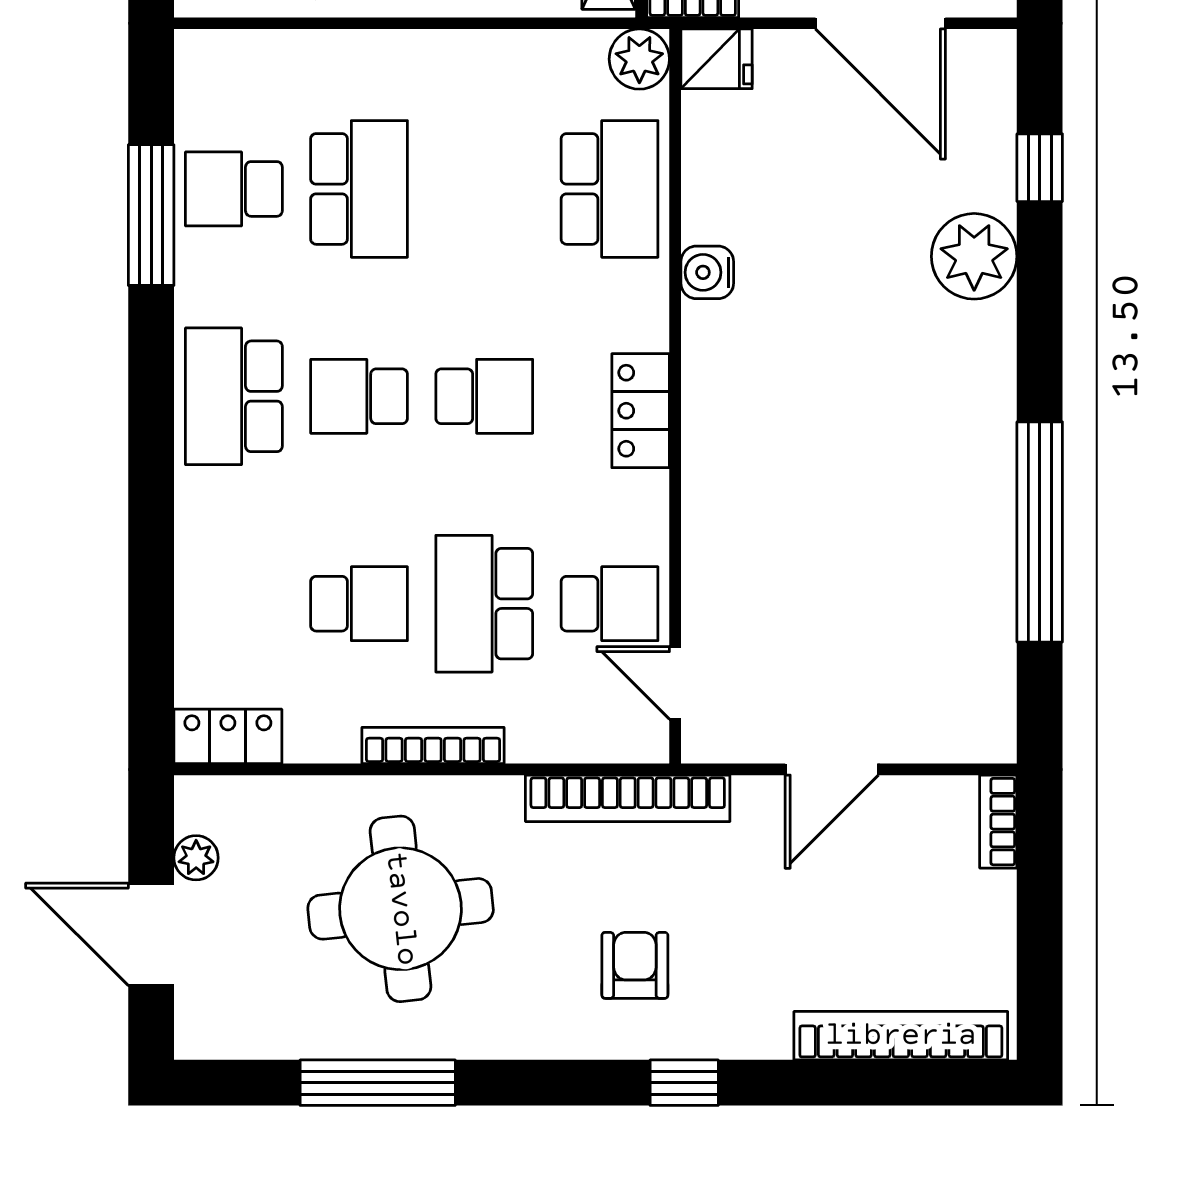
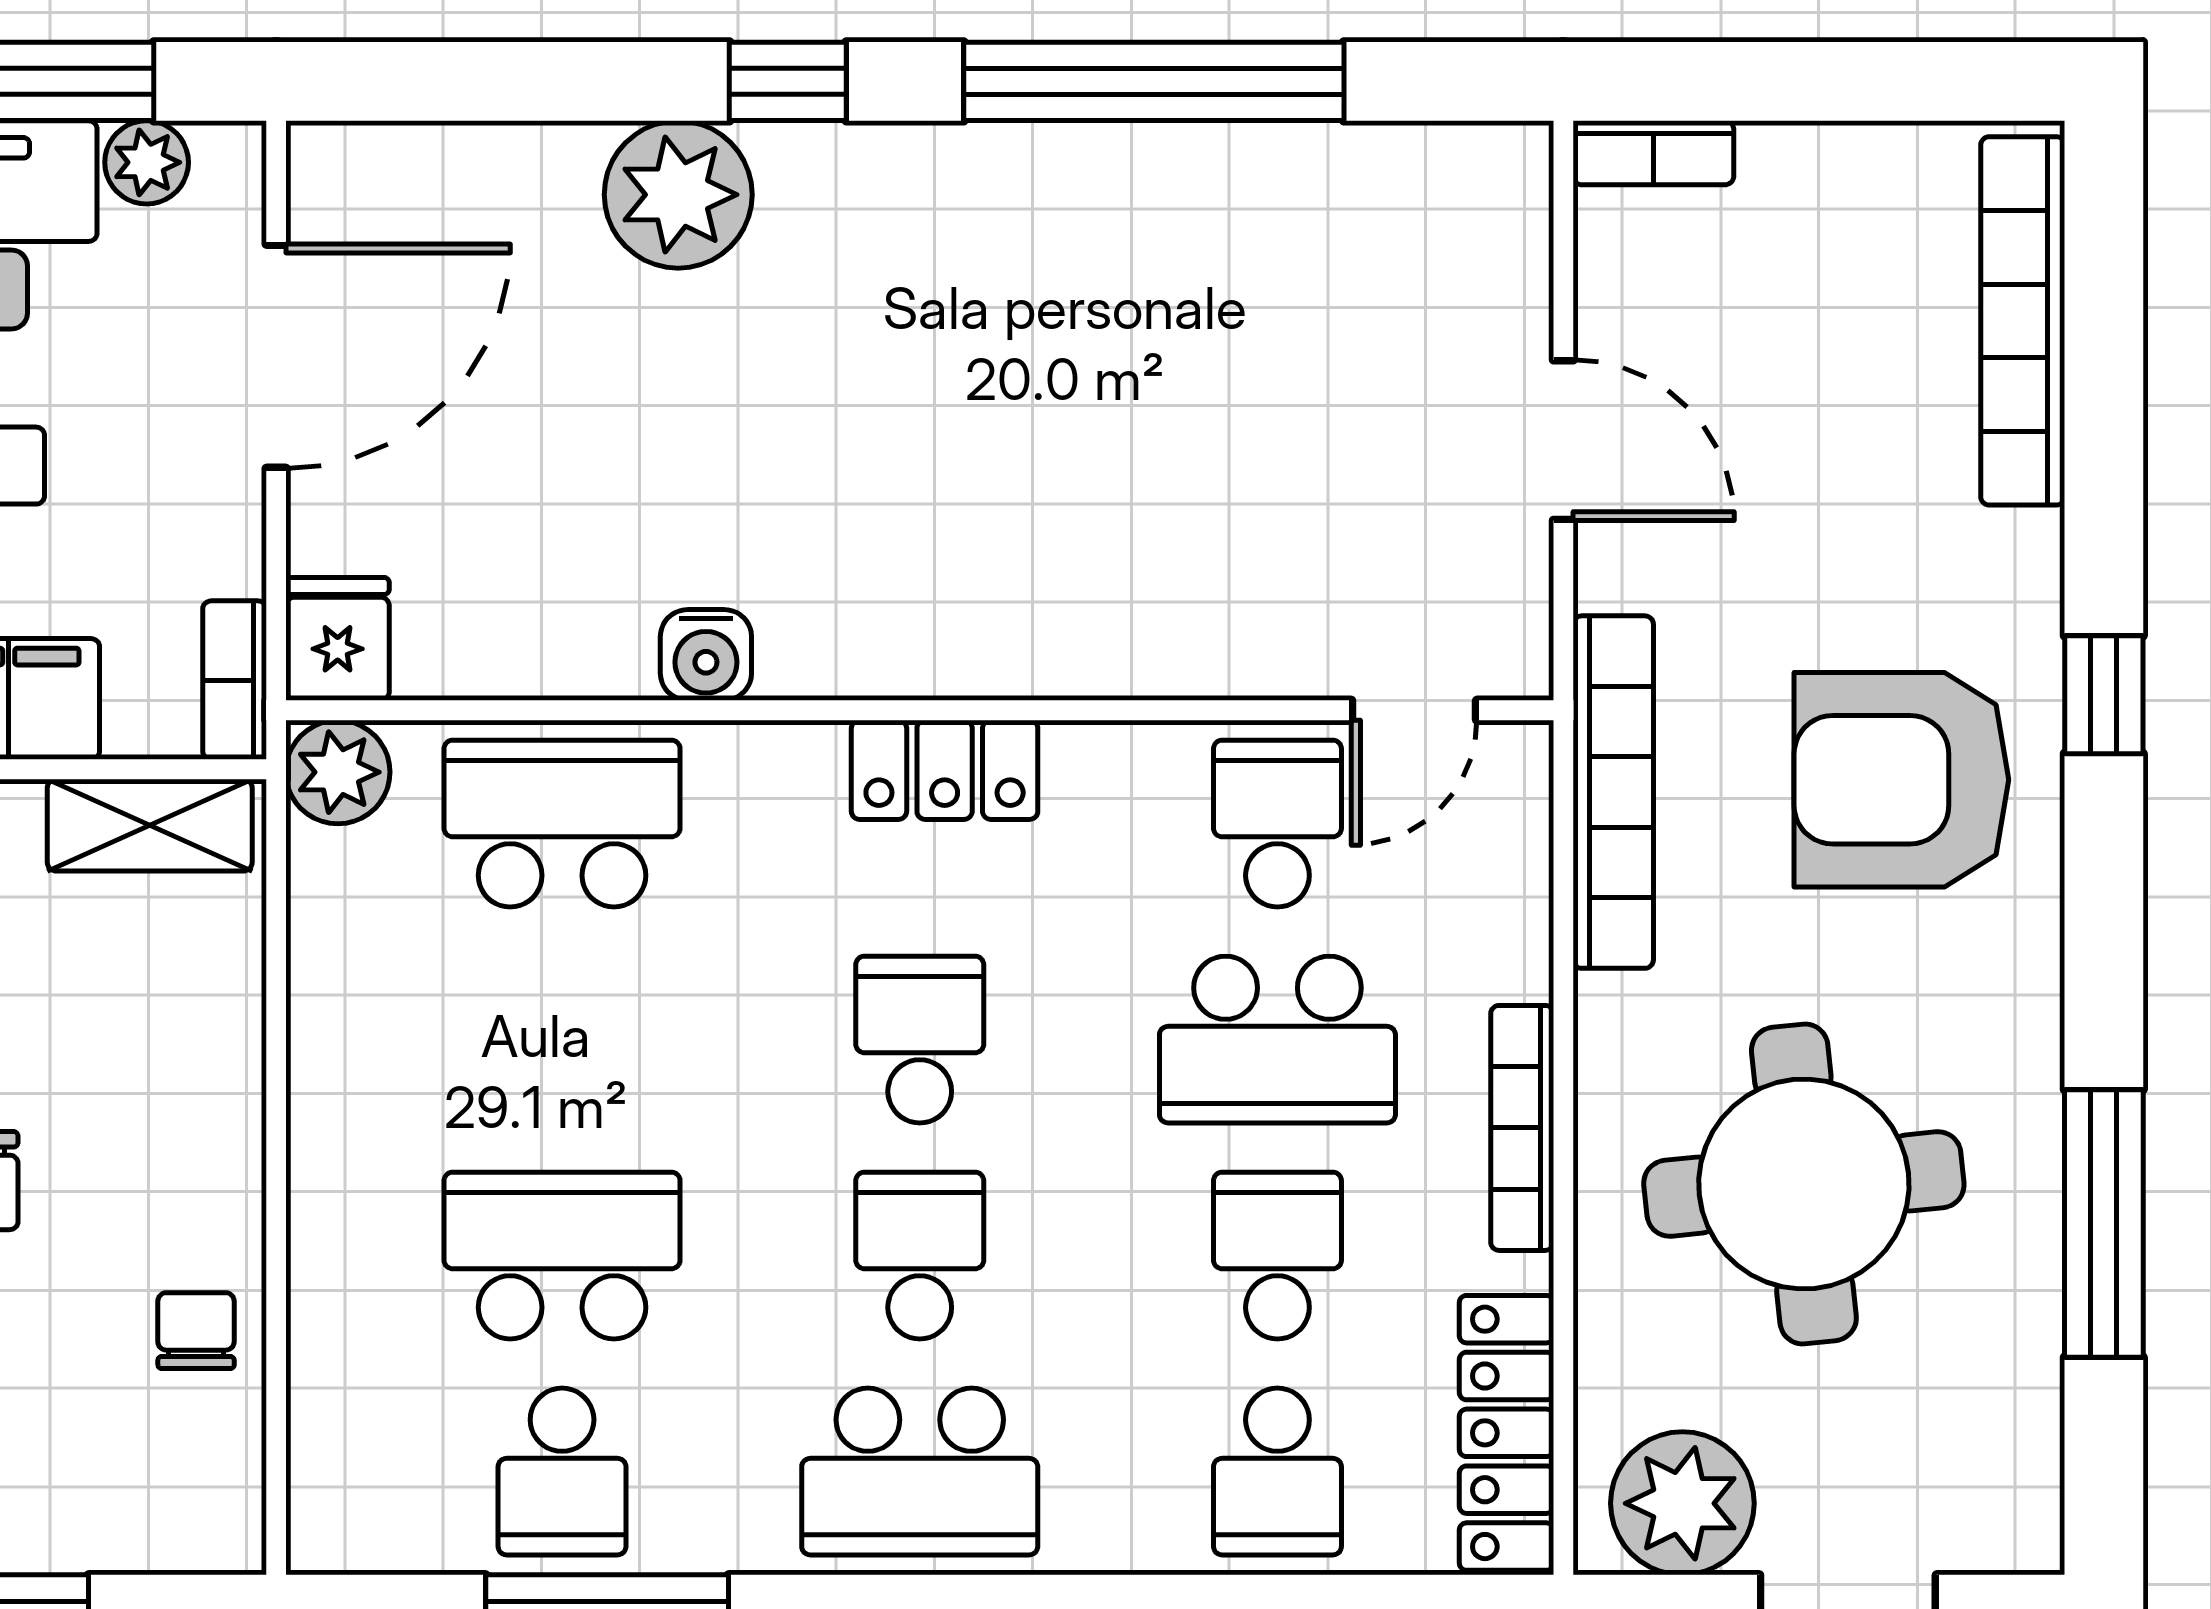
window: (1040, 168) -> (788, 81), moved
school desk: (359, 396) -> (920, 1256), turned 180
school desk: (234, 604) -> (1277, 1472), added
locker: (228, 736) -> (1506, 1433), width x1.53
plant: (196, 858) -> (1682, 1503), width x1.88, depth x1.88
armchair: (635, 965) -> (1901, 780), width x1.88, depth x1.88

